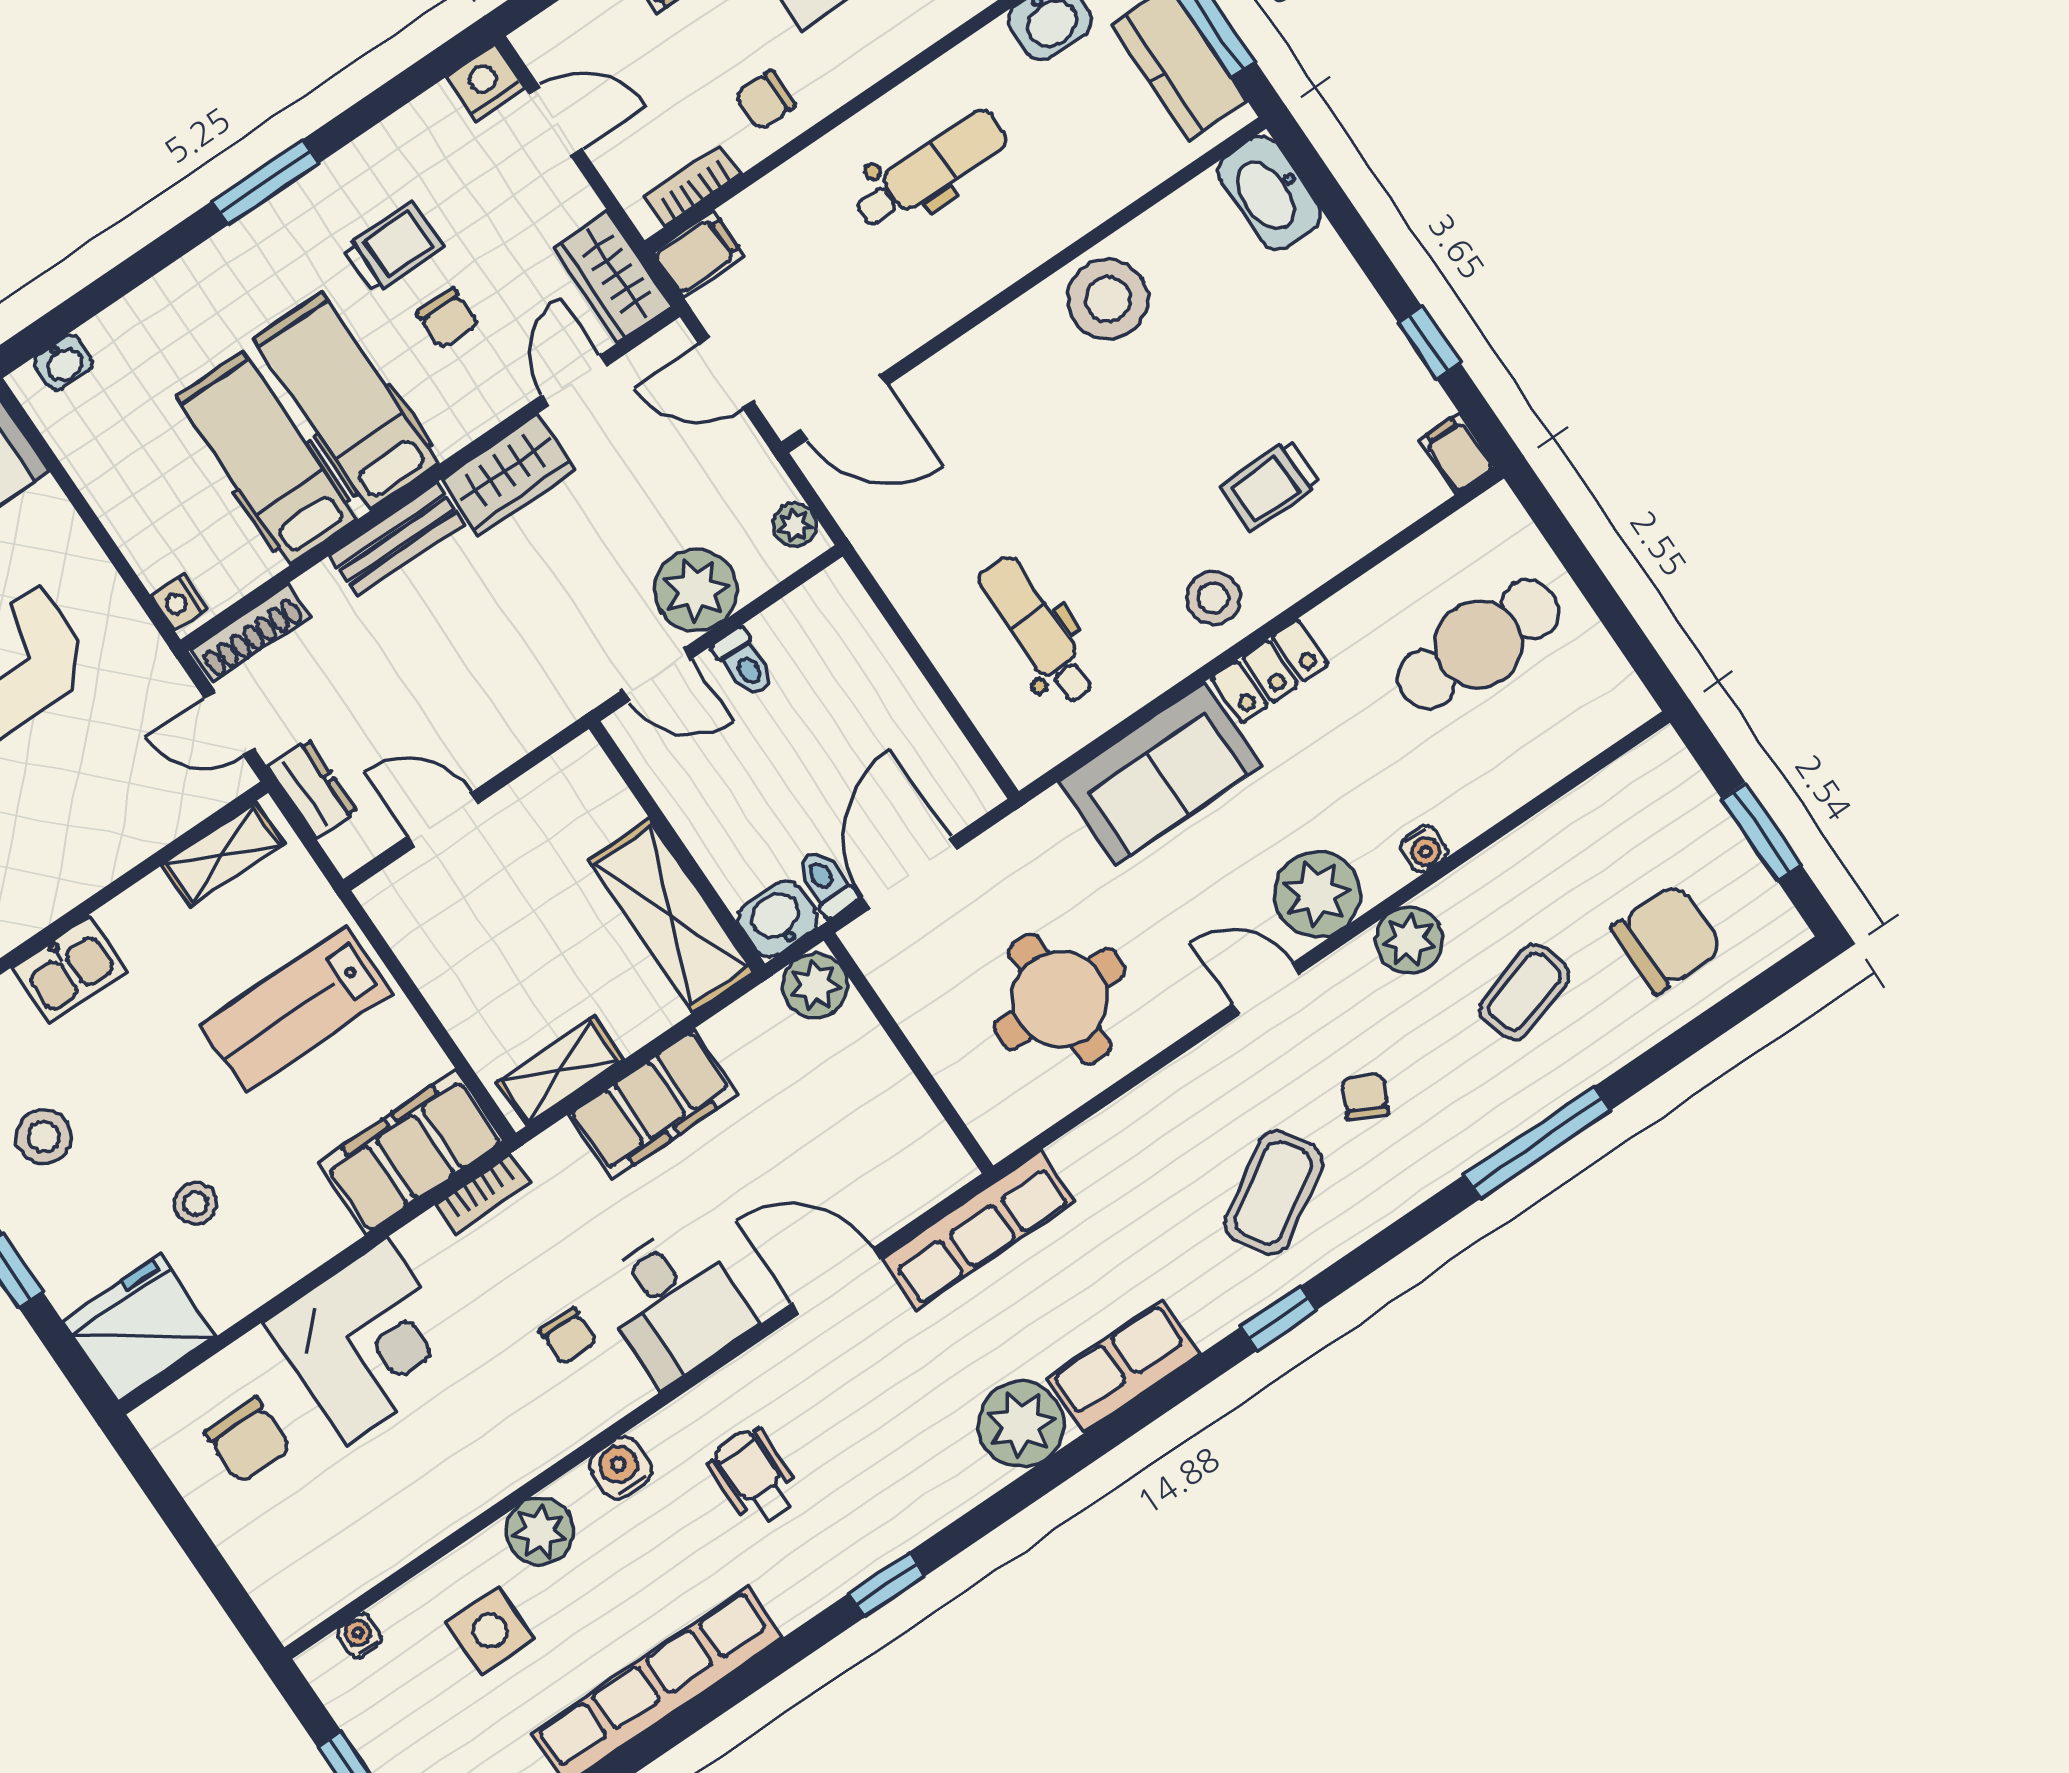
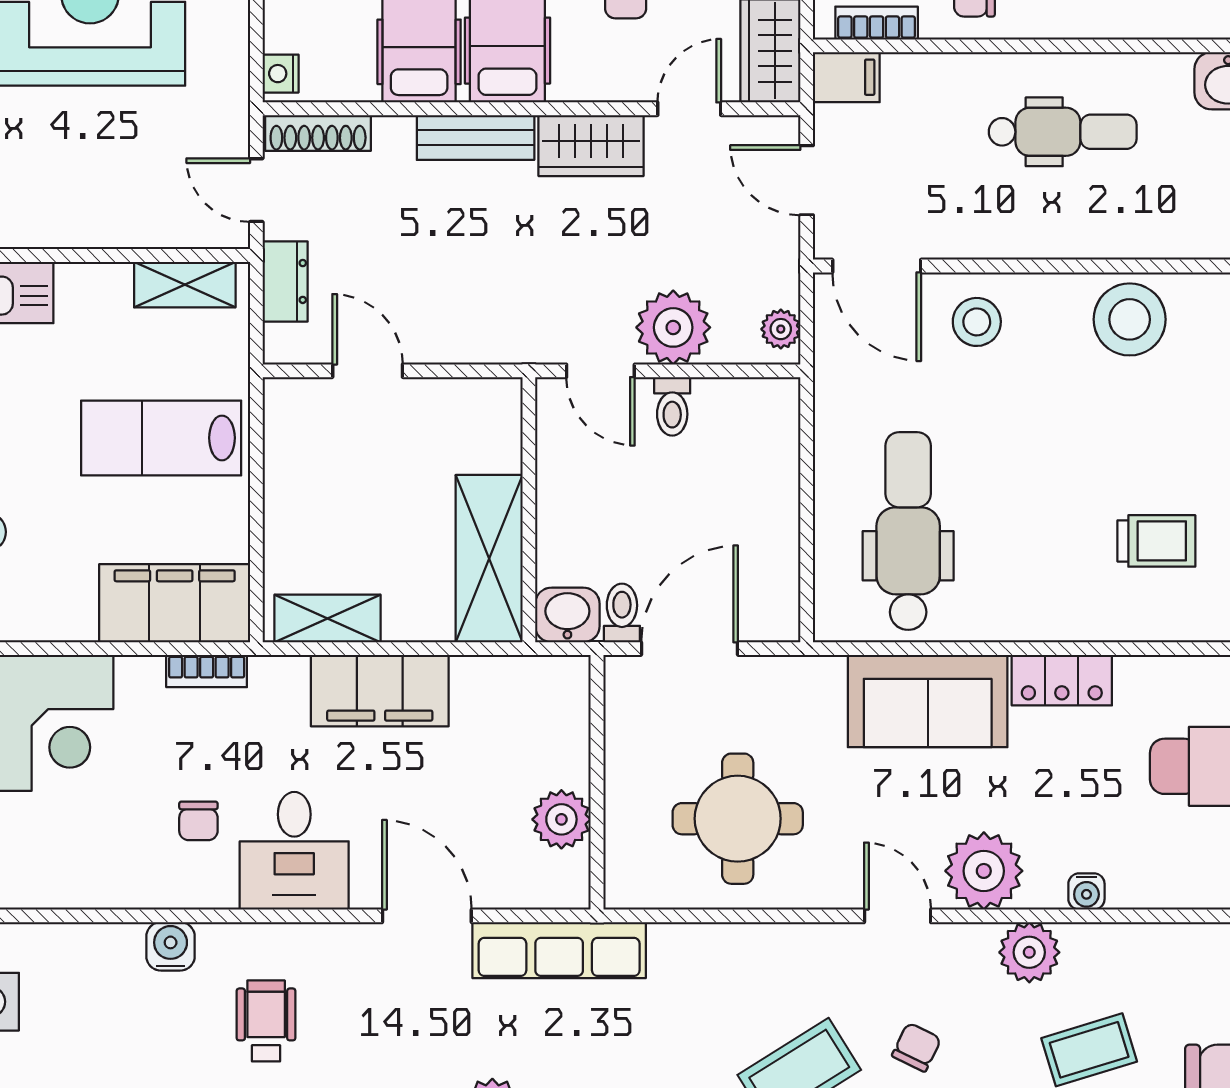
trolley: (1270, 485) -> (1156, 541), turned 180
stool: (1214, 598) -> (977, 322), moved
dental chair: (1037, 630) -> (908, 531), width x1.36, depth x1.38
plant: (815, 985) -> (561, 819), moved
plant: (540, 1531) -> (78, 953), removed

